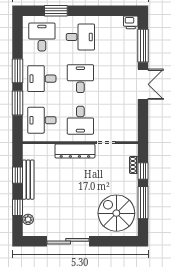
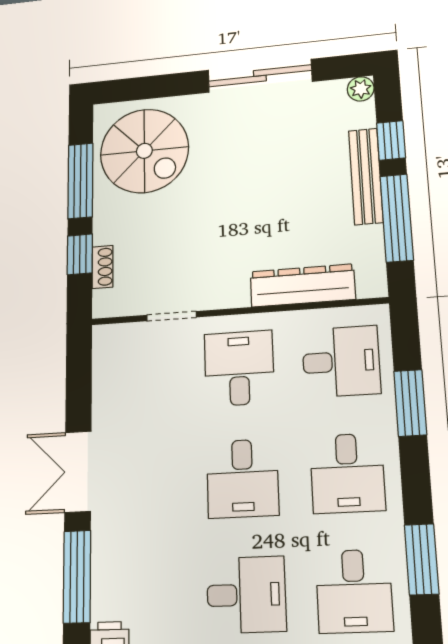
desk: (80, 37) -> (246, 595), turned 180
window: (18, 71) -> (422, 559), moved
desk: (42, 79) -> (347, 473), turned 90
dresser: (75, 151) -> (302, 285), moved
window: (18, 175) -> (397, 218), width x2.17
bench: (28, 180) -> (366, 176), moved
plant: (28, 219) -> (361, 89), moved

